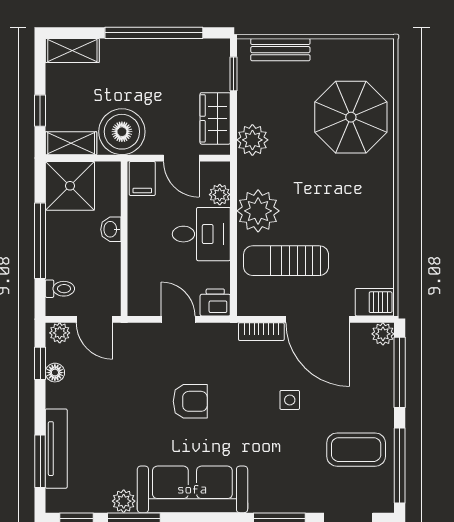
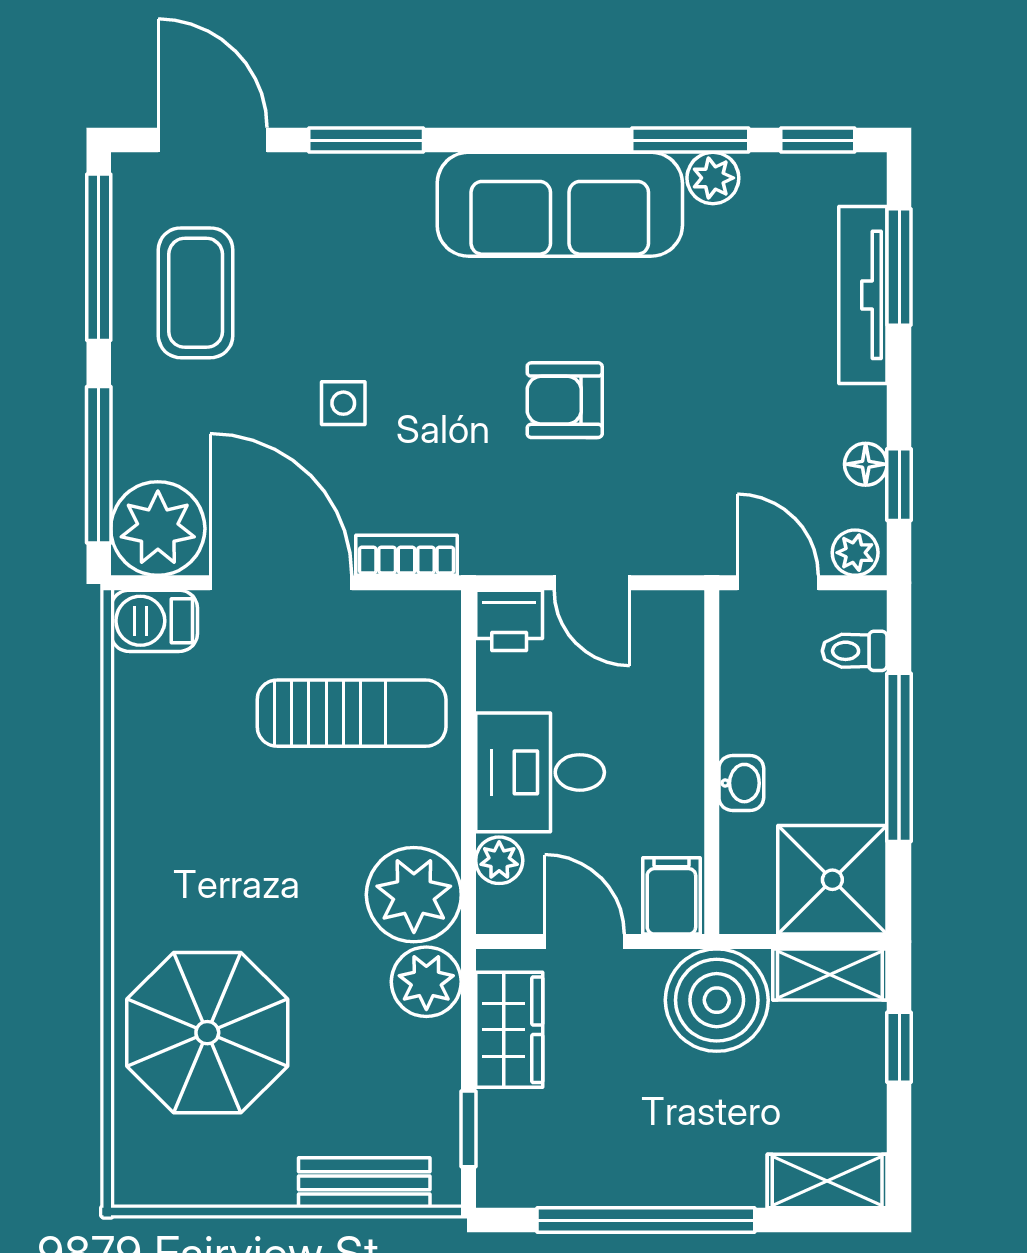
plant: (258, 211) -> (414, 895), moved
plant: (383, 334) -> (158, 529), width x1.87, depth x1.87
coffee table: (356, 450) -> (196, 293), turned 90

